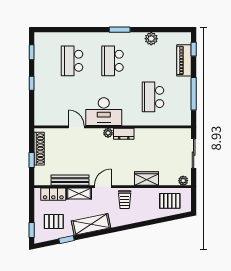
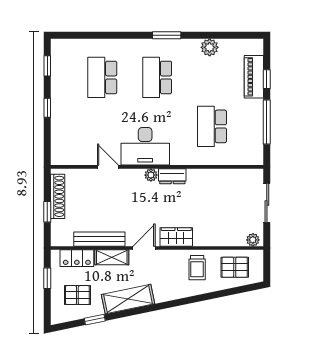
window: (194, 49) -> (267, 79), moved
wardrobe: (147, 179) -> (176, 237), moved
trolley: (125, 200) -> (197, 268), moved
window: (32, 230) -> (47, 278), moved

